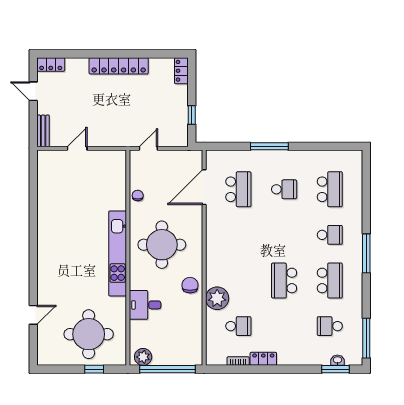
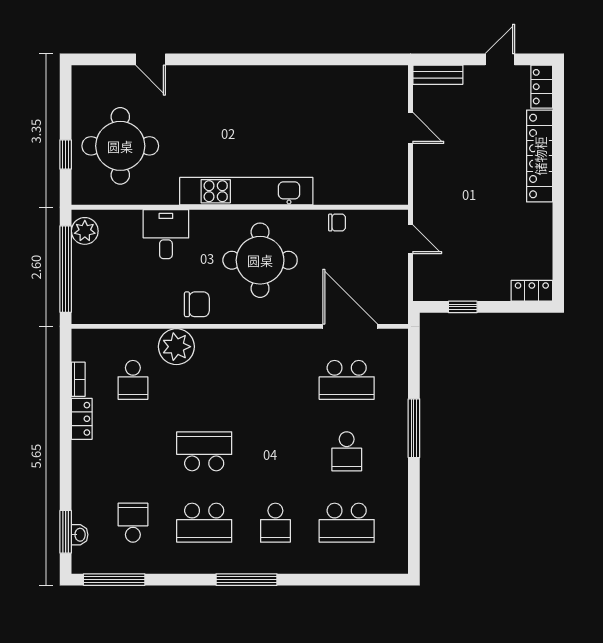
locker: (119, 66) -> (540, 156), moved

